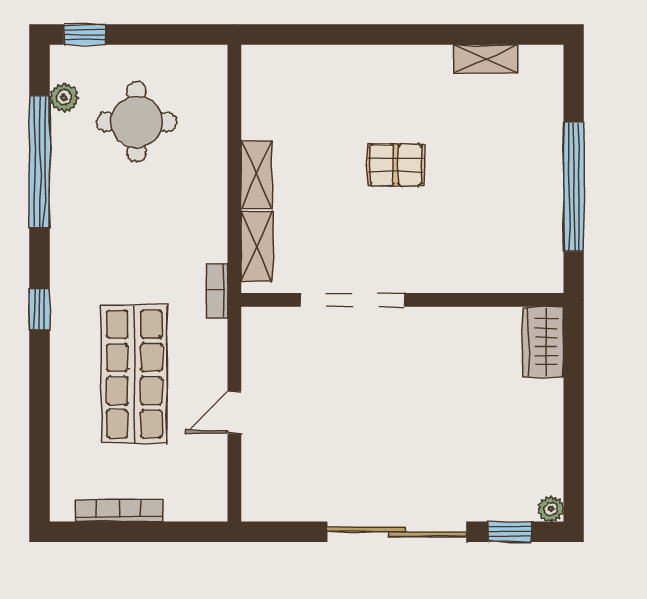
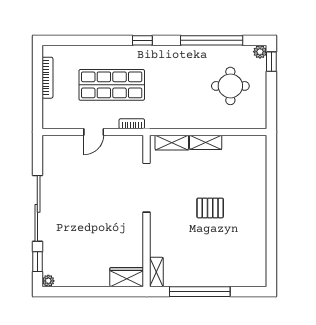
shelving: (486, 59) -> (156, 272), moved
plant: (64, 98) -> (260, 52), moved
pallet: (396, 165) -> (210, 208), turned 90
bookcase: (217, 290) -> (132, 124), moved
door: (234, 412) -> (94, 132), swing flipped

